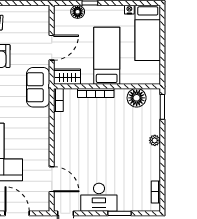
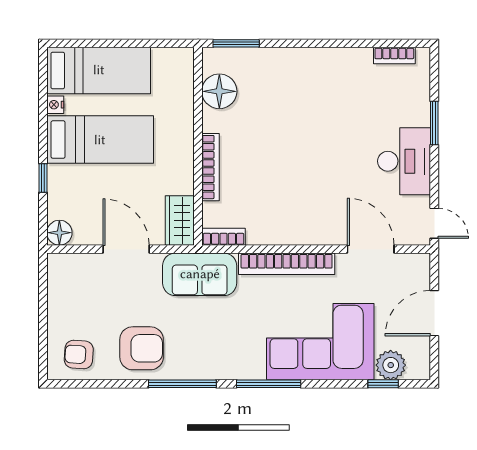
floor lamp: (78, 12) -> (59, 233), moved
bed: (107, 56) -> (100, 140), moved, turned 180
bookcase: (44, 134) -> (287, 264), added
plant: (155, 140) -> (298, 58), removed
door: (52, 179) -> (371, 249), hinge flipped

